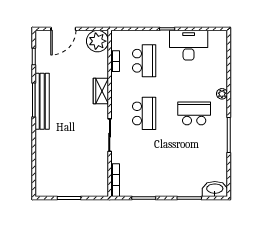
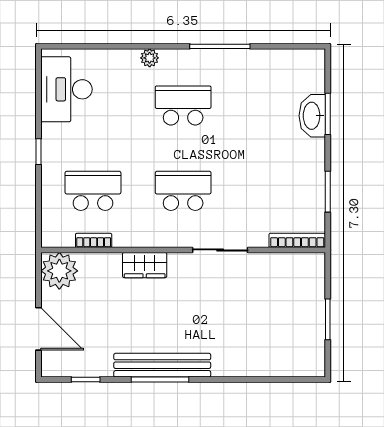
desk: (189, 45) -> (66, 89), moved
school desk: (194, 113) -> (183, 105), turned 90
washbasin: (215, 189) -> (312, 116), moved

